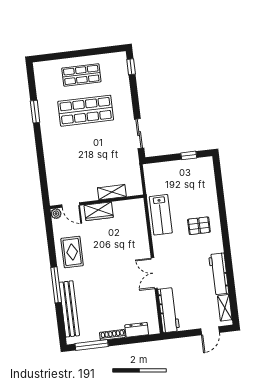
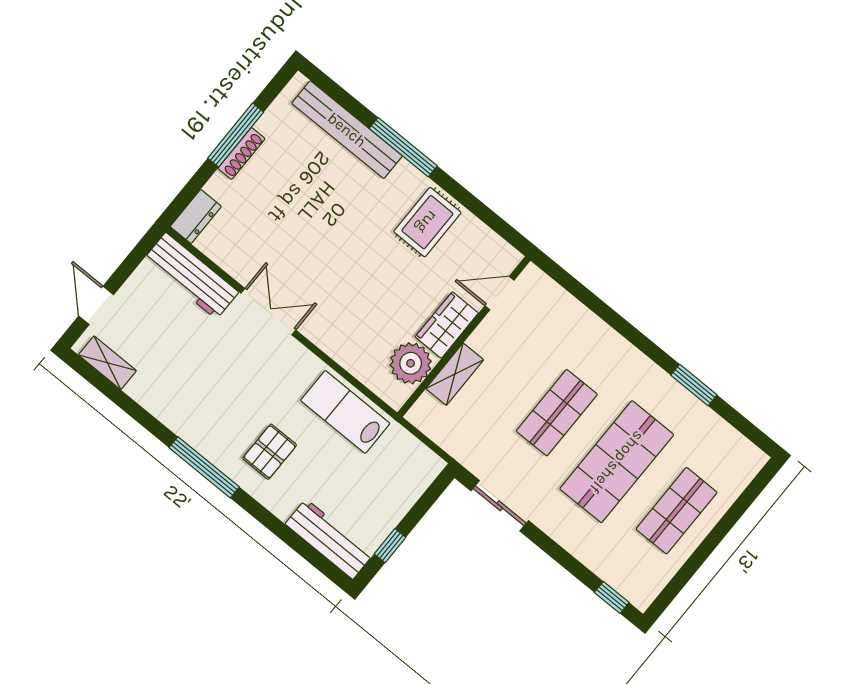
shop shelf: (90, 146) -> (557, 413), added
plant: (56, 214) -> (411, 363), moved, width x1.88, depth x1.88
window: (226, 242) -> (204, 467), added
rug: (72, 252) -> (427, 222), turned 90
workbench: (219, 274) -> (329, 539), moved
dresser: (137, 330) -> (196, 216), moved
window: (92, 345) -> (236, 135), moved

